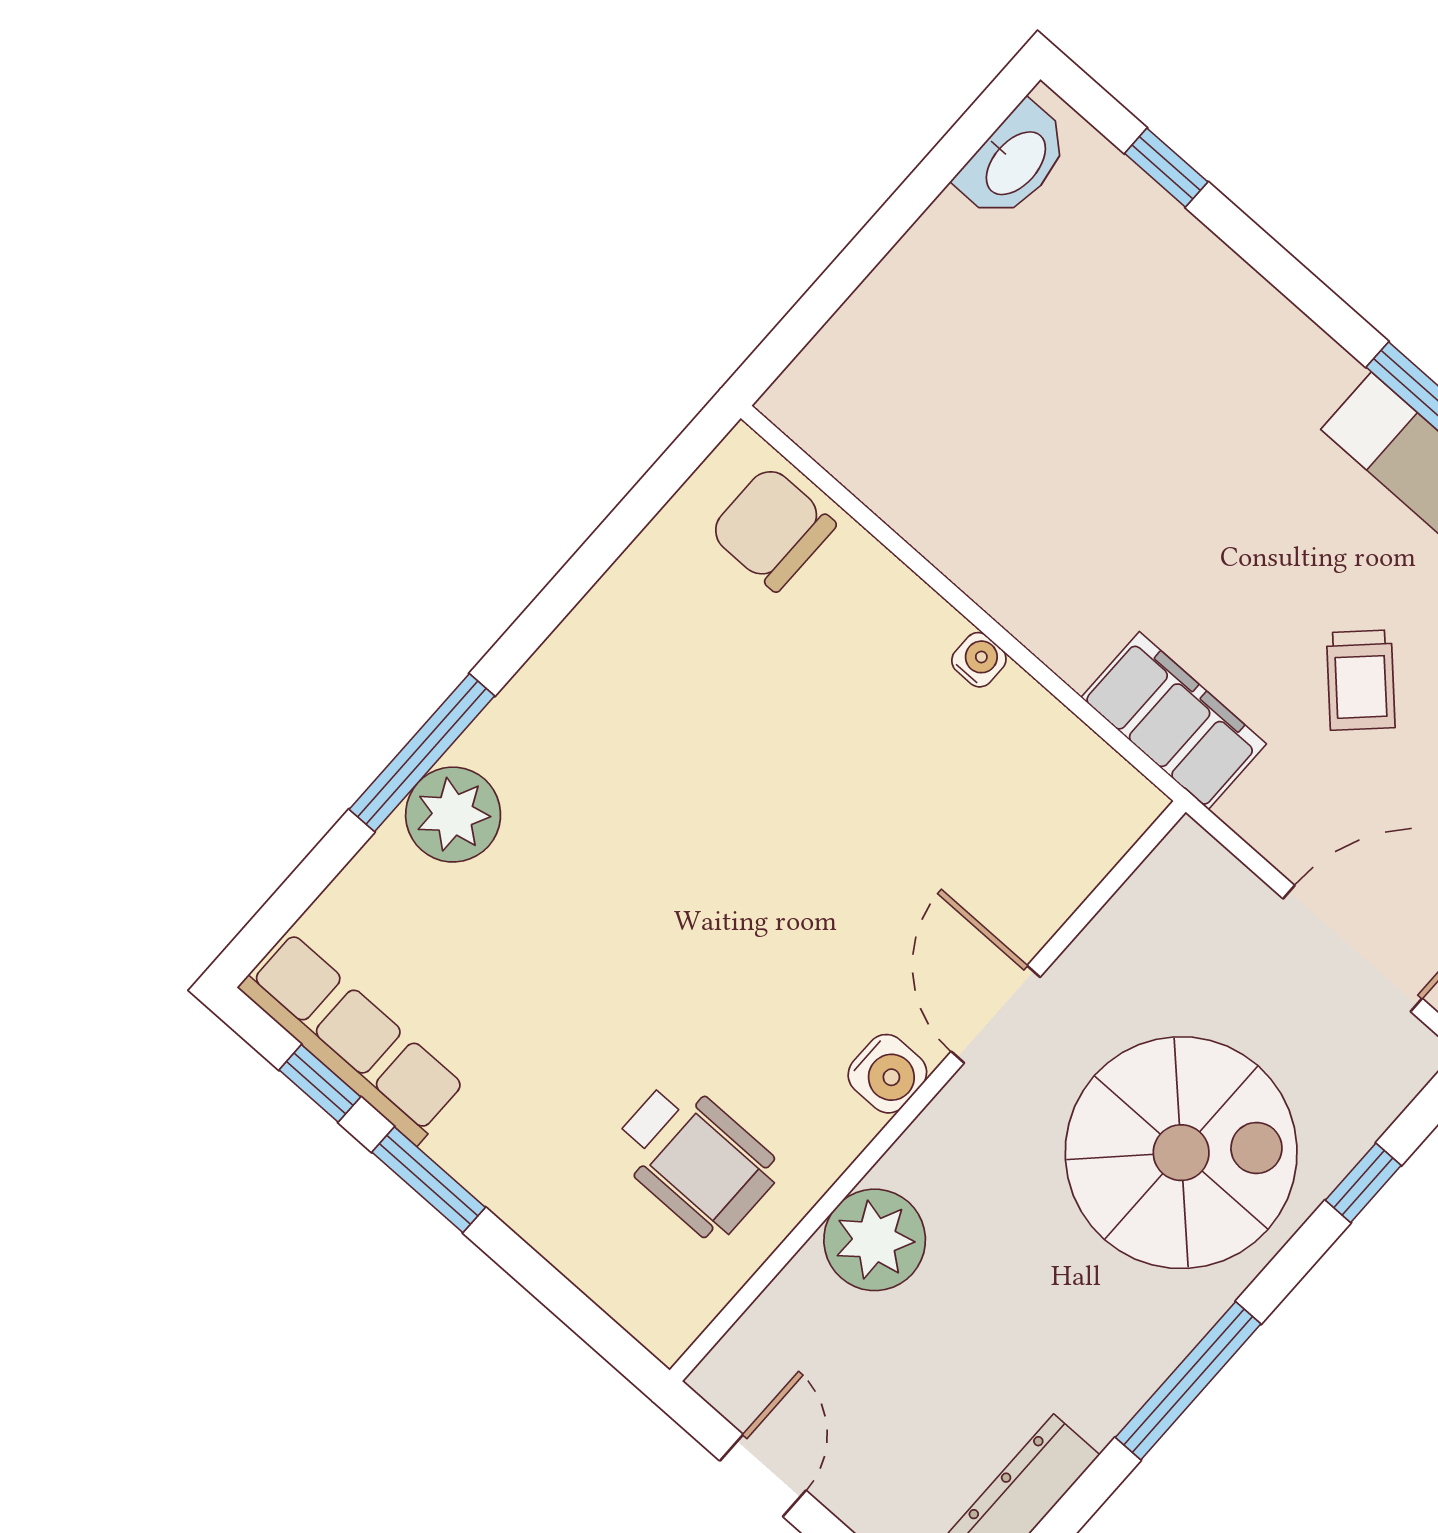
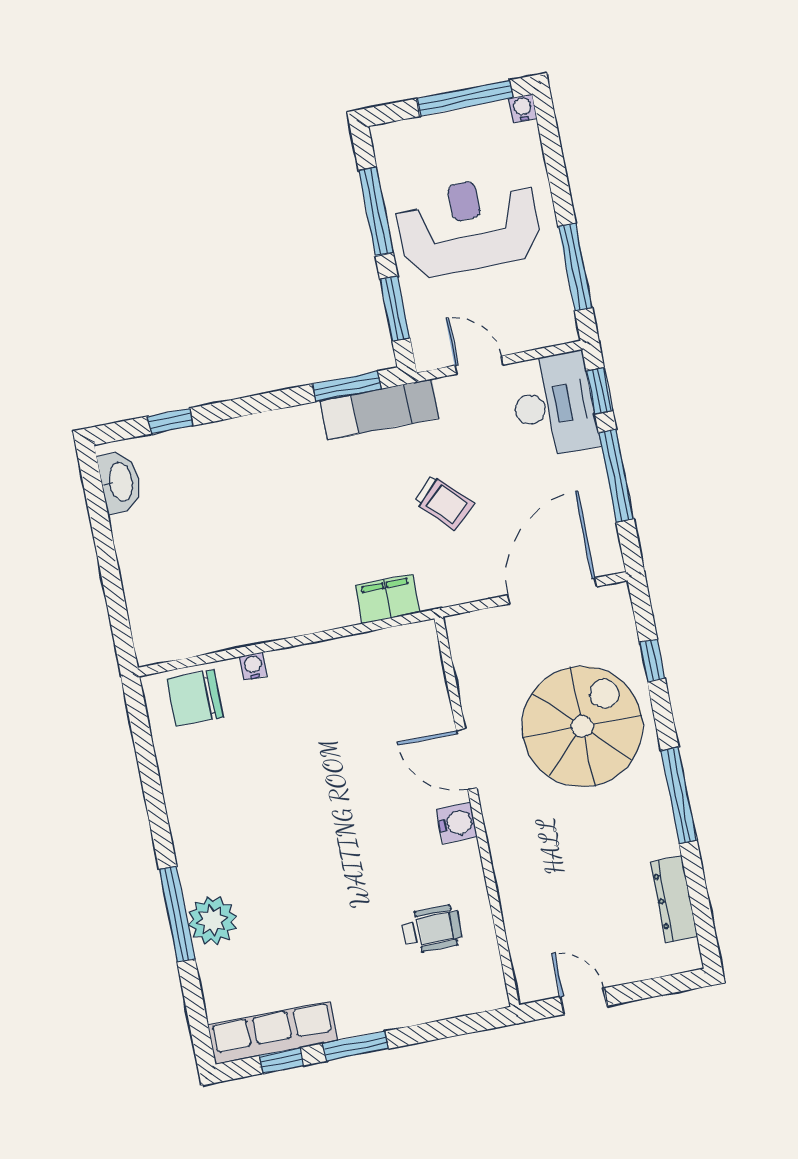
water cooler: (979, 660) -> (253, 666), moved
filing cabinet: (1174, 721) -> (387, 599), width x0.67, depth x0.86
wheelchair: (695, 1159) -> (431, 929), width x0.73, depth x0.73
plant: (875, 1240) -> (522, 881), removed

